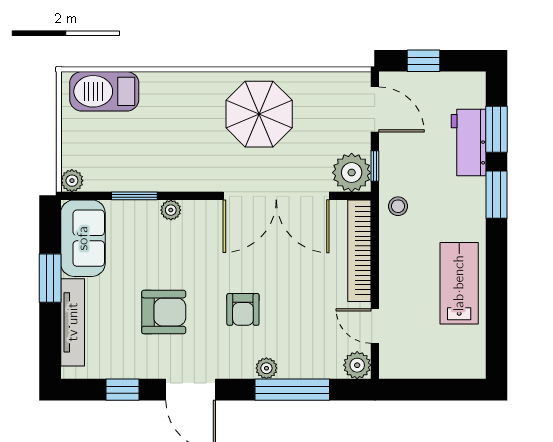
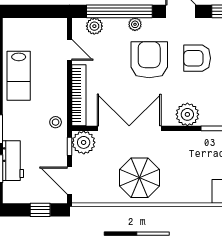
plant: (171, 210) -> (187, 114), width x1.87, depth x1.87
armchair: (243, 309) -> (149, 60), width x1.88, depth x1.88
plant: (357, 365) -> (94, 26), moved
window: (292, 390) -> (119, 11), width x1.46

